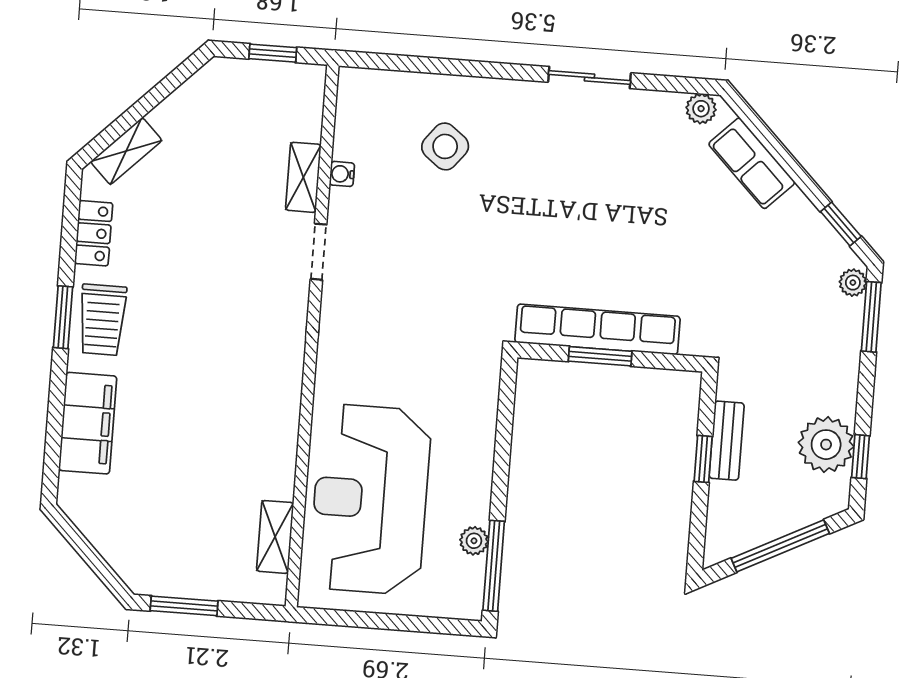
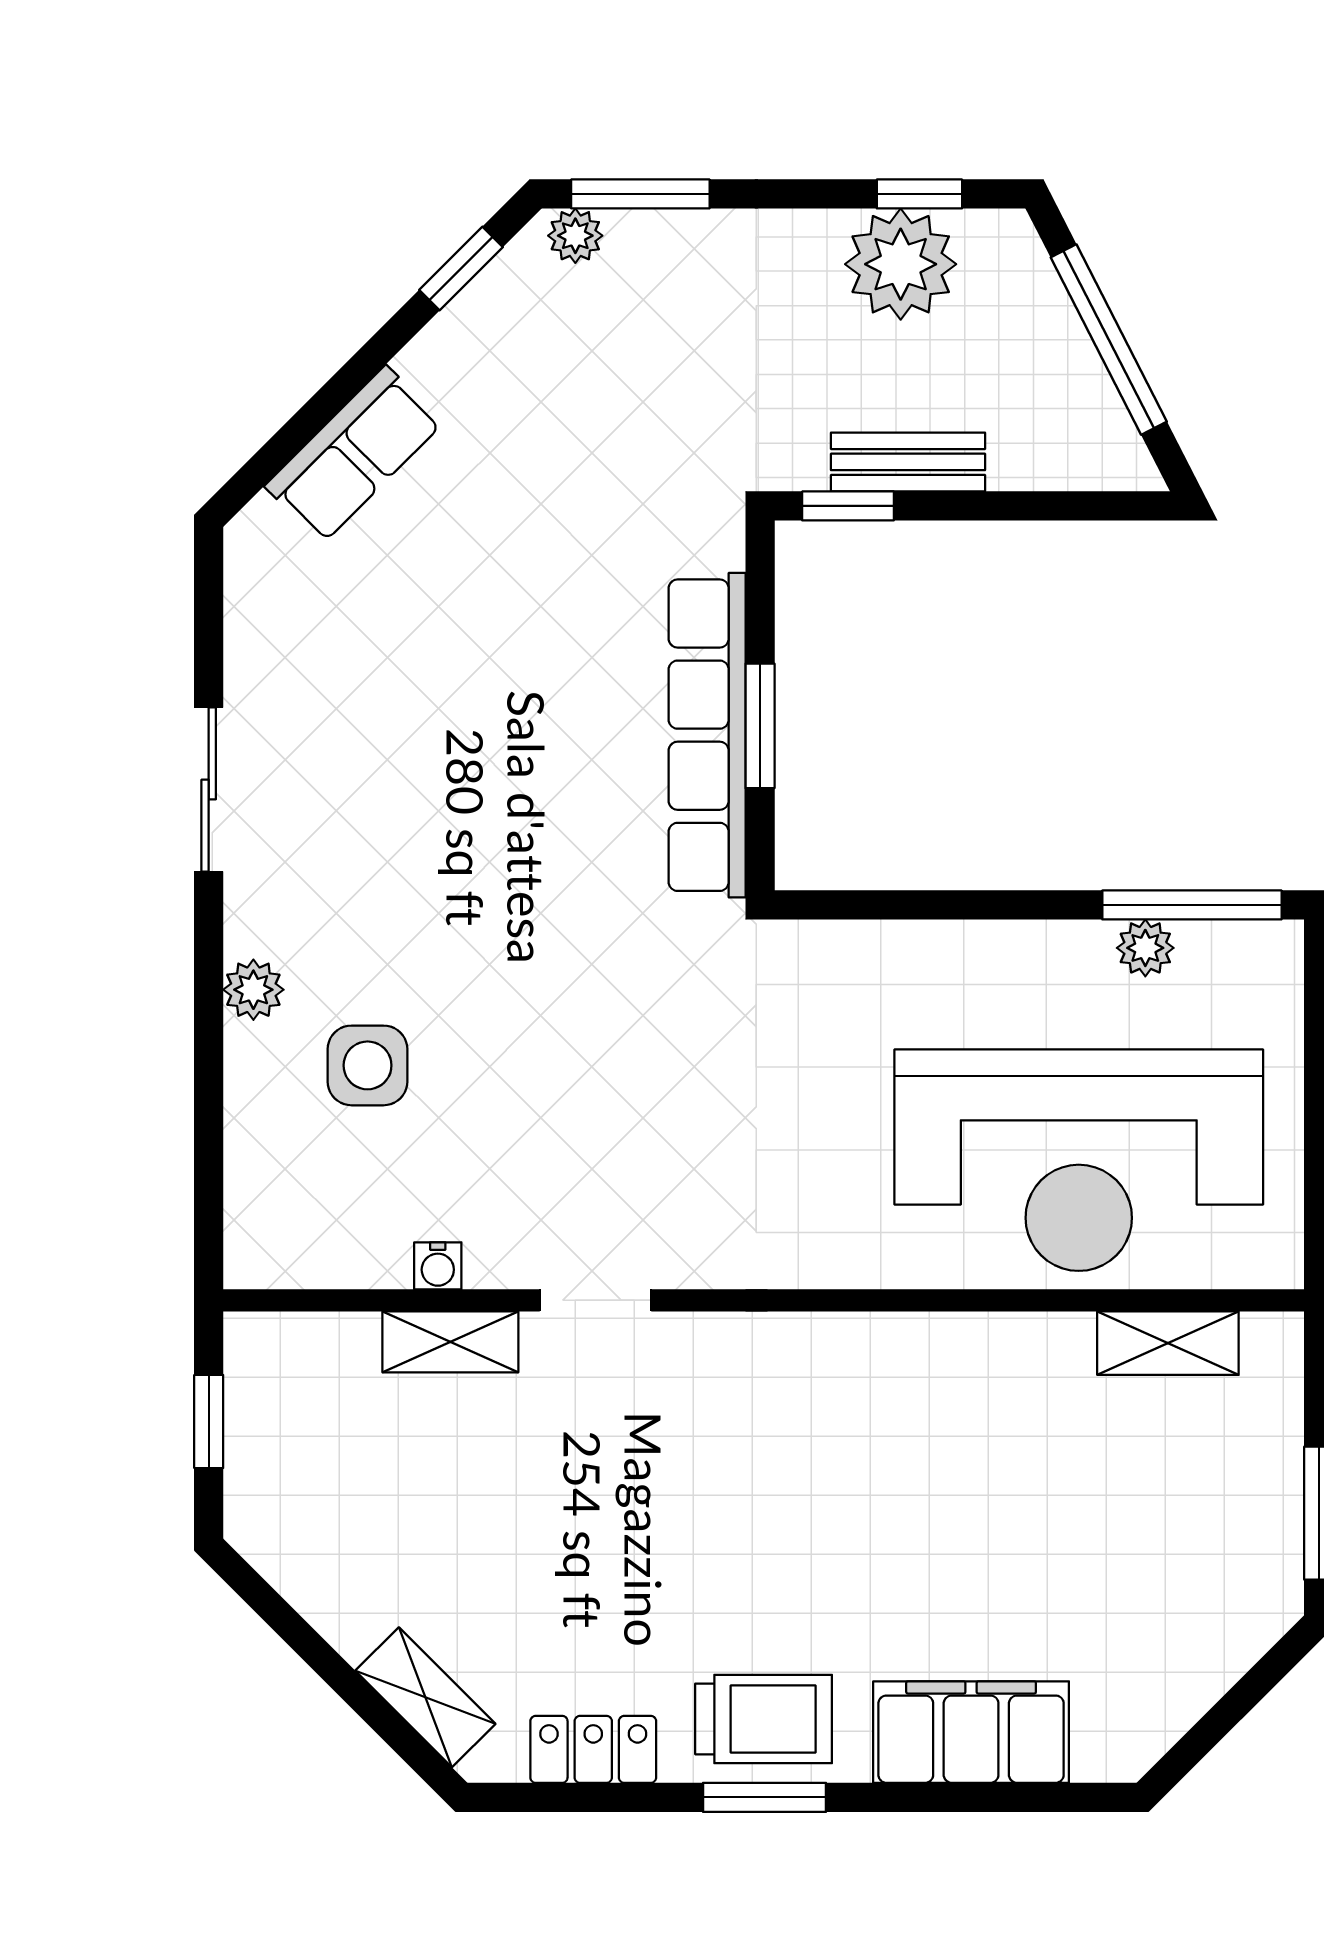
plant: (701, 109) -> (253, 990), moved
side table: (445, 146) -> (368, 1065), turned -38
window: (703, 459) -> (848, 506), moved

